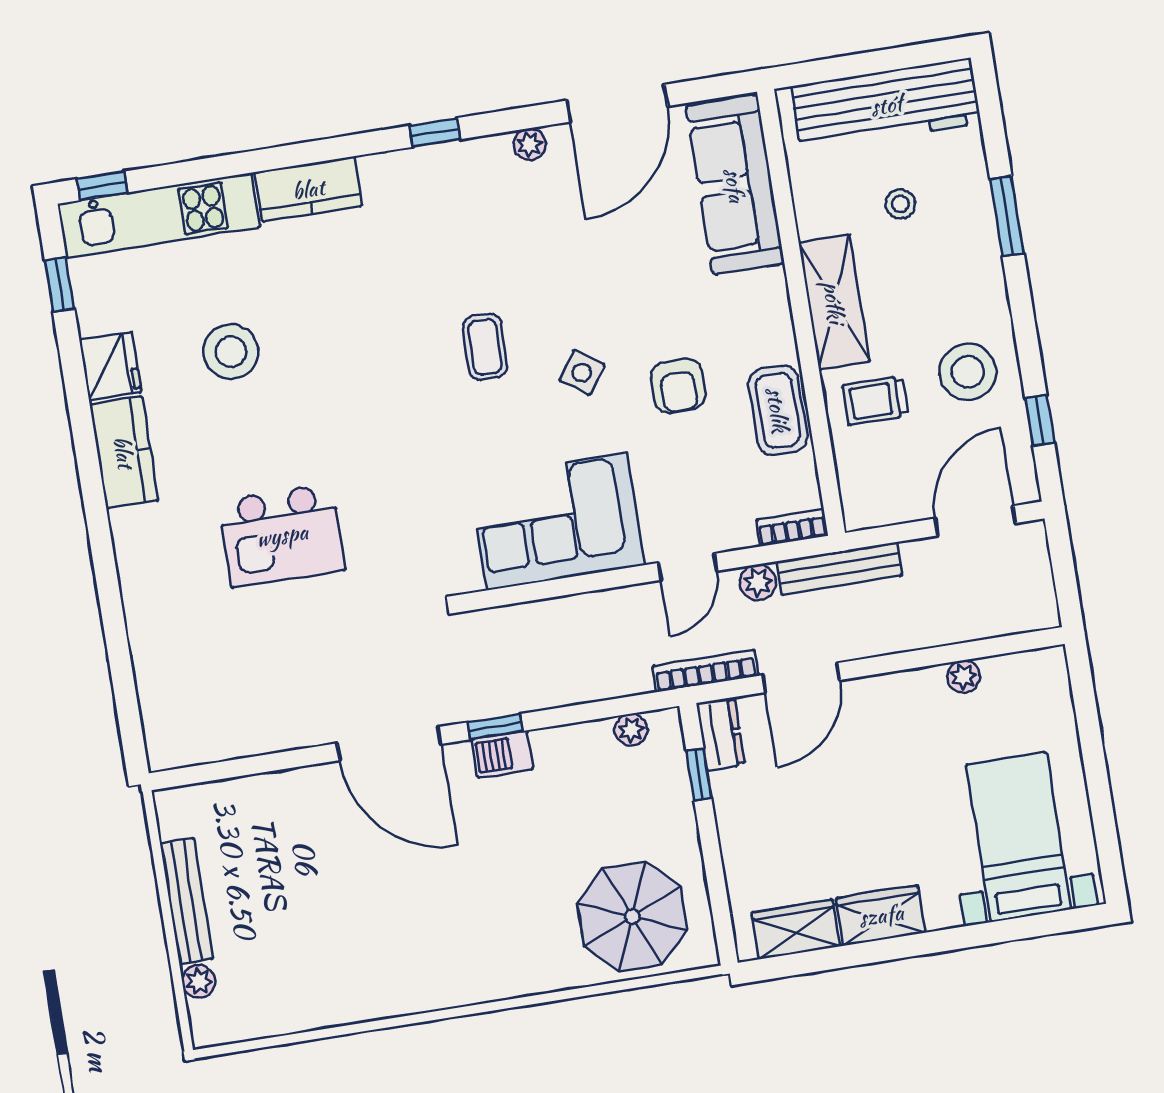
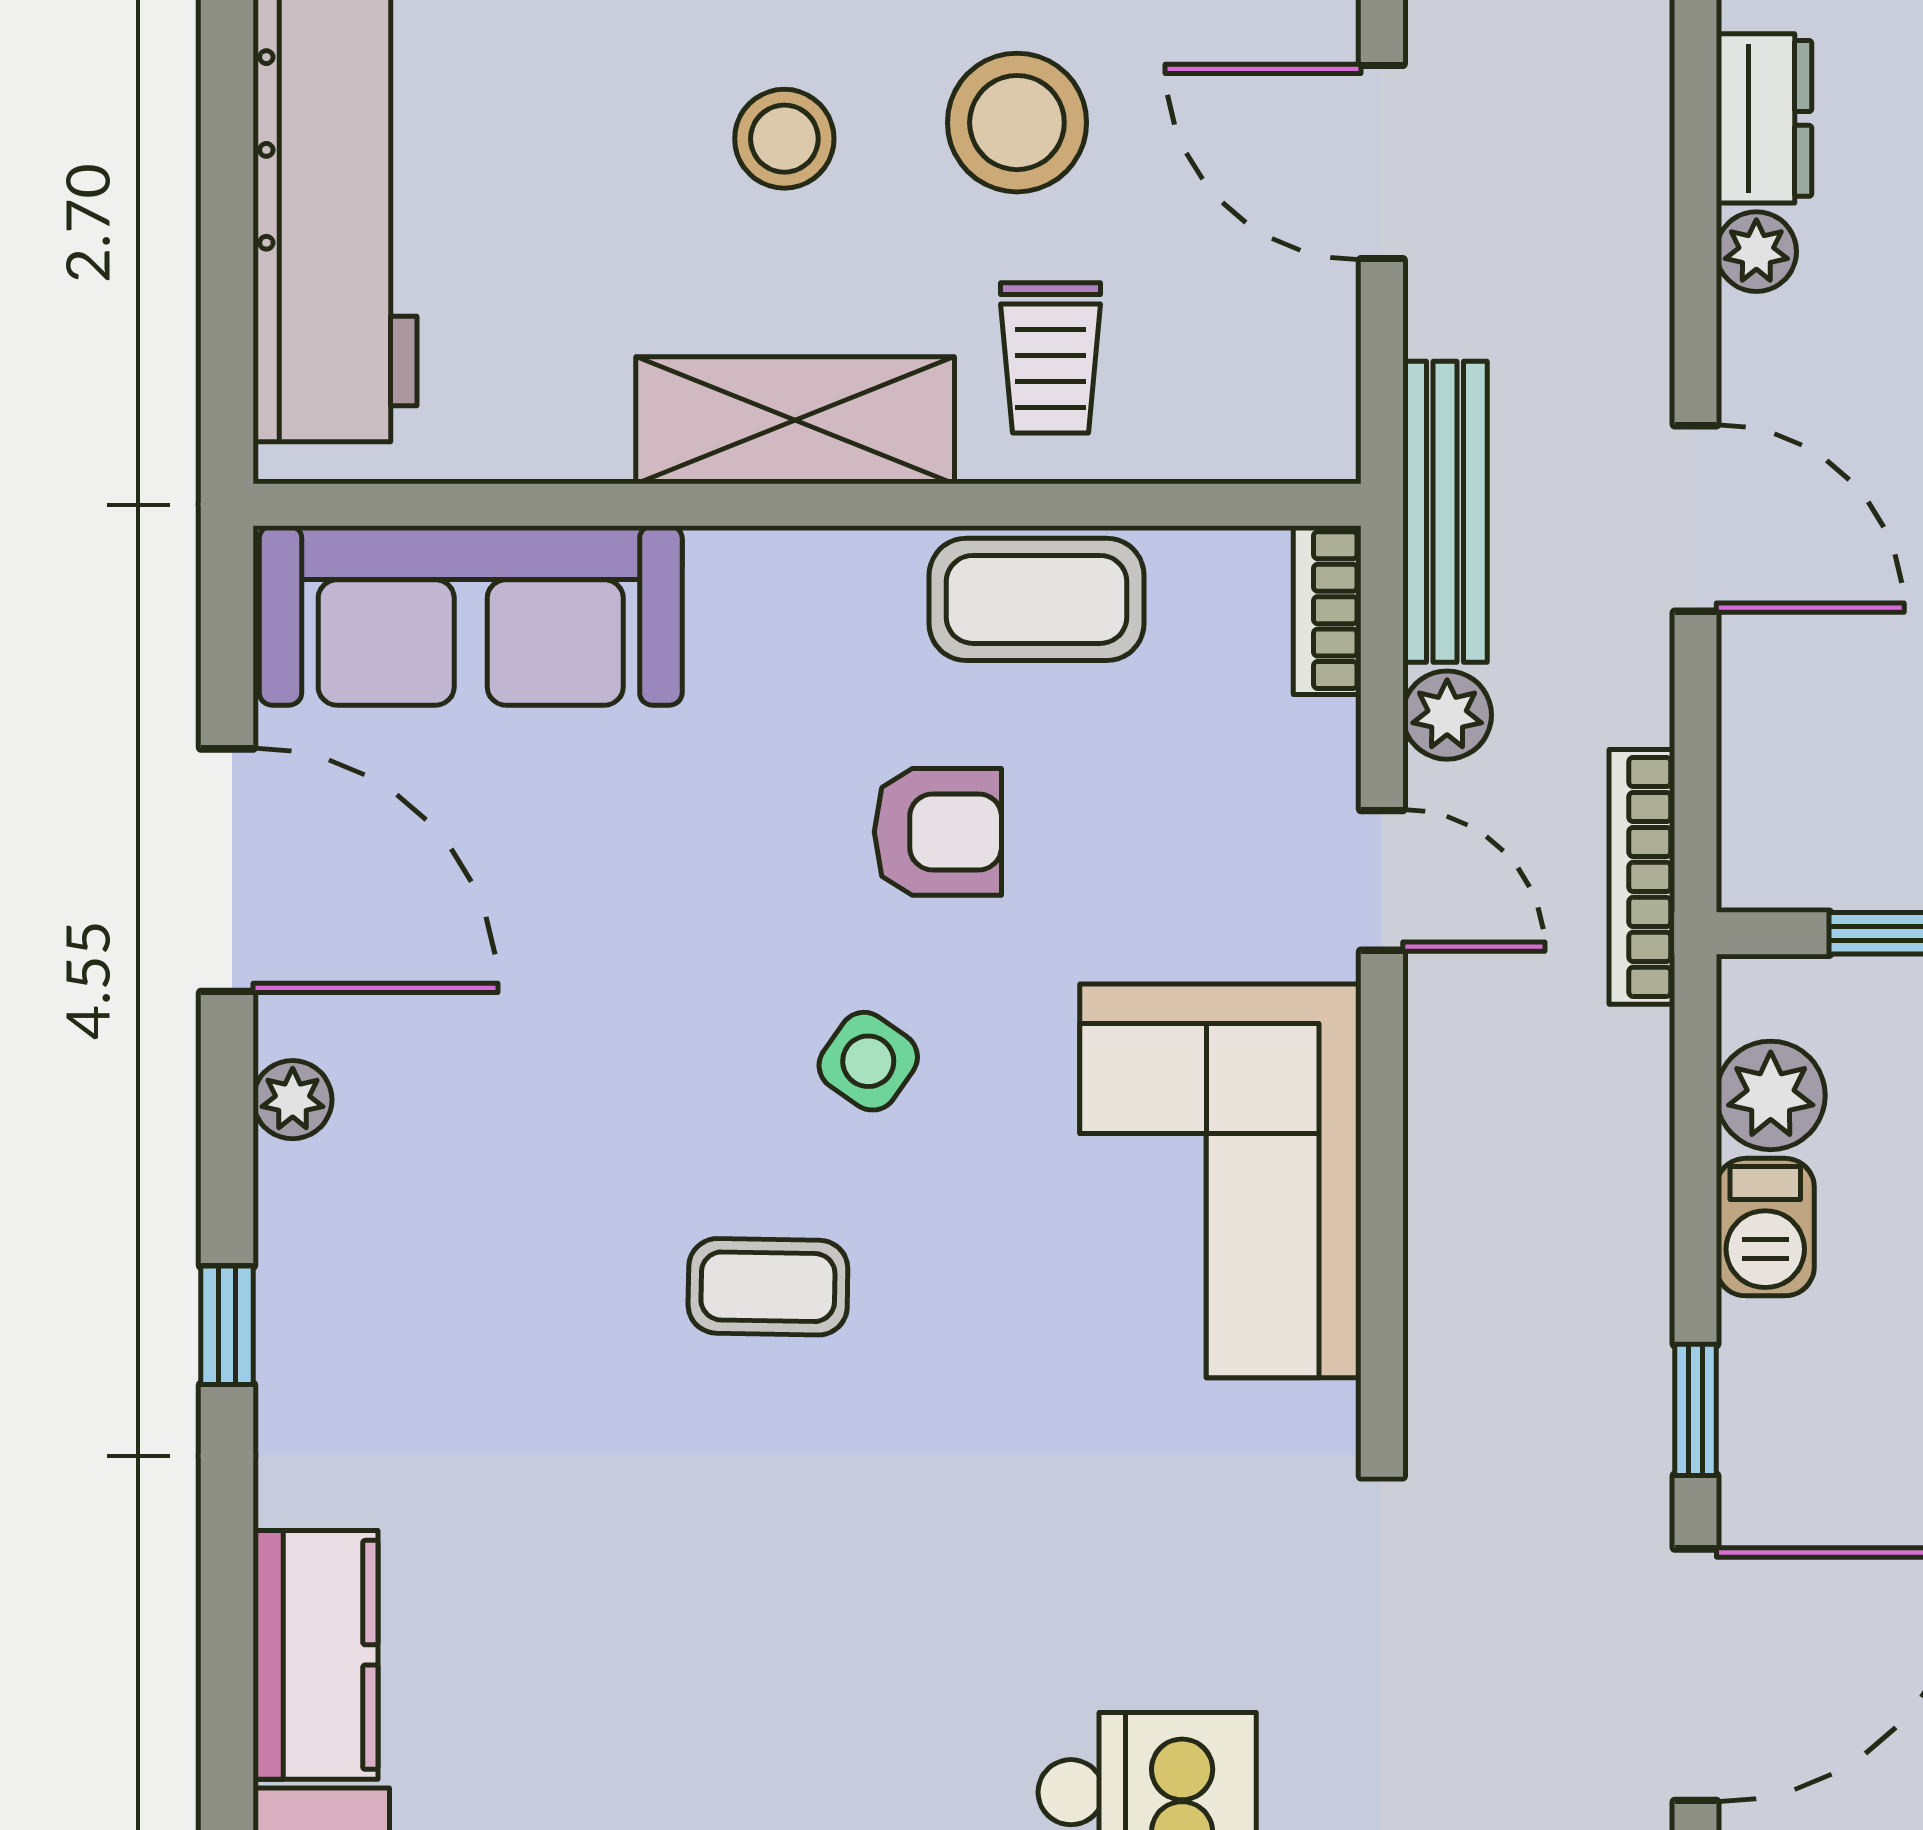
stool: (900, 204) -> (784, 139), moved, width x1.37, depth x1.37
door: (801, 678) -> (1695, 518), moved
plant: (631, 730) -> (1771, 1095), width x1.38, depth x1.38
dresser: (721, 734) -> (1764, 118), moved, turned 90
barbecue: (502, 754) -> (1765, 1227), moved

